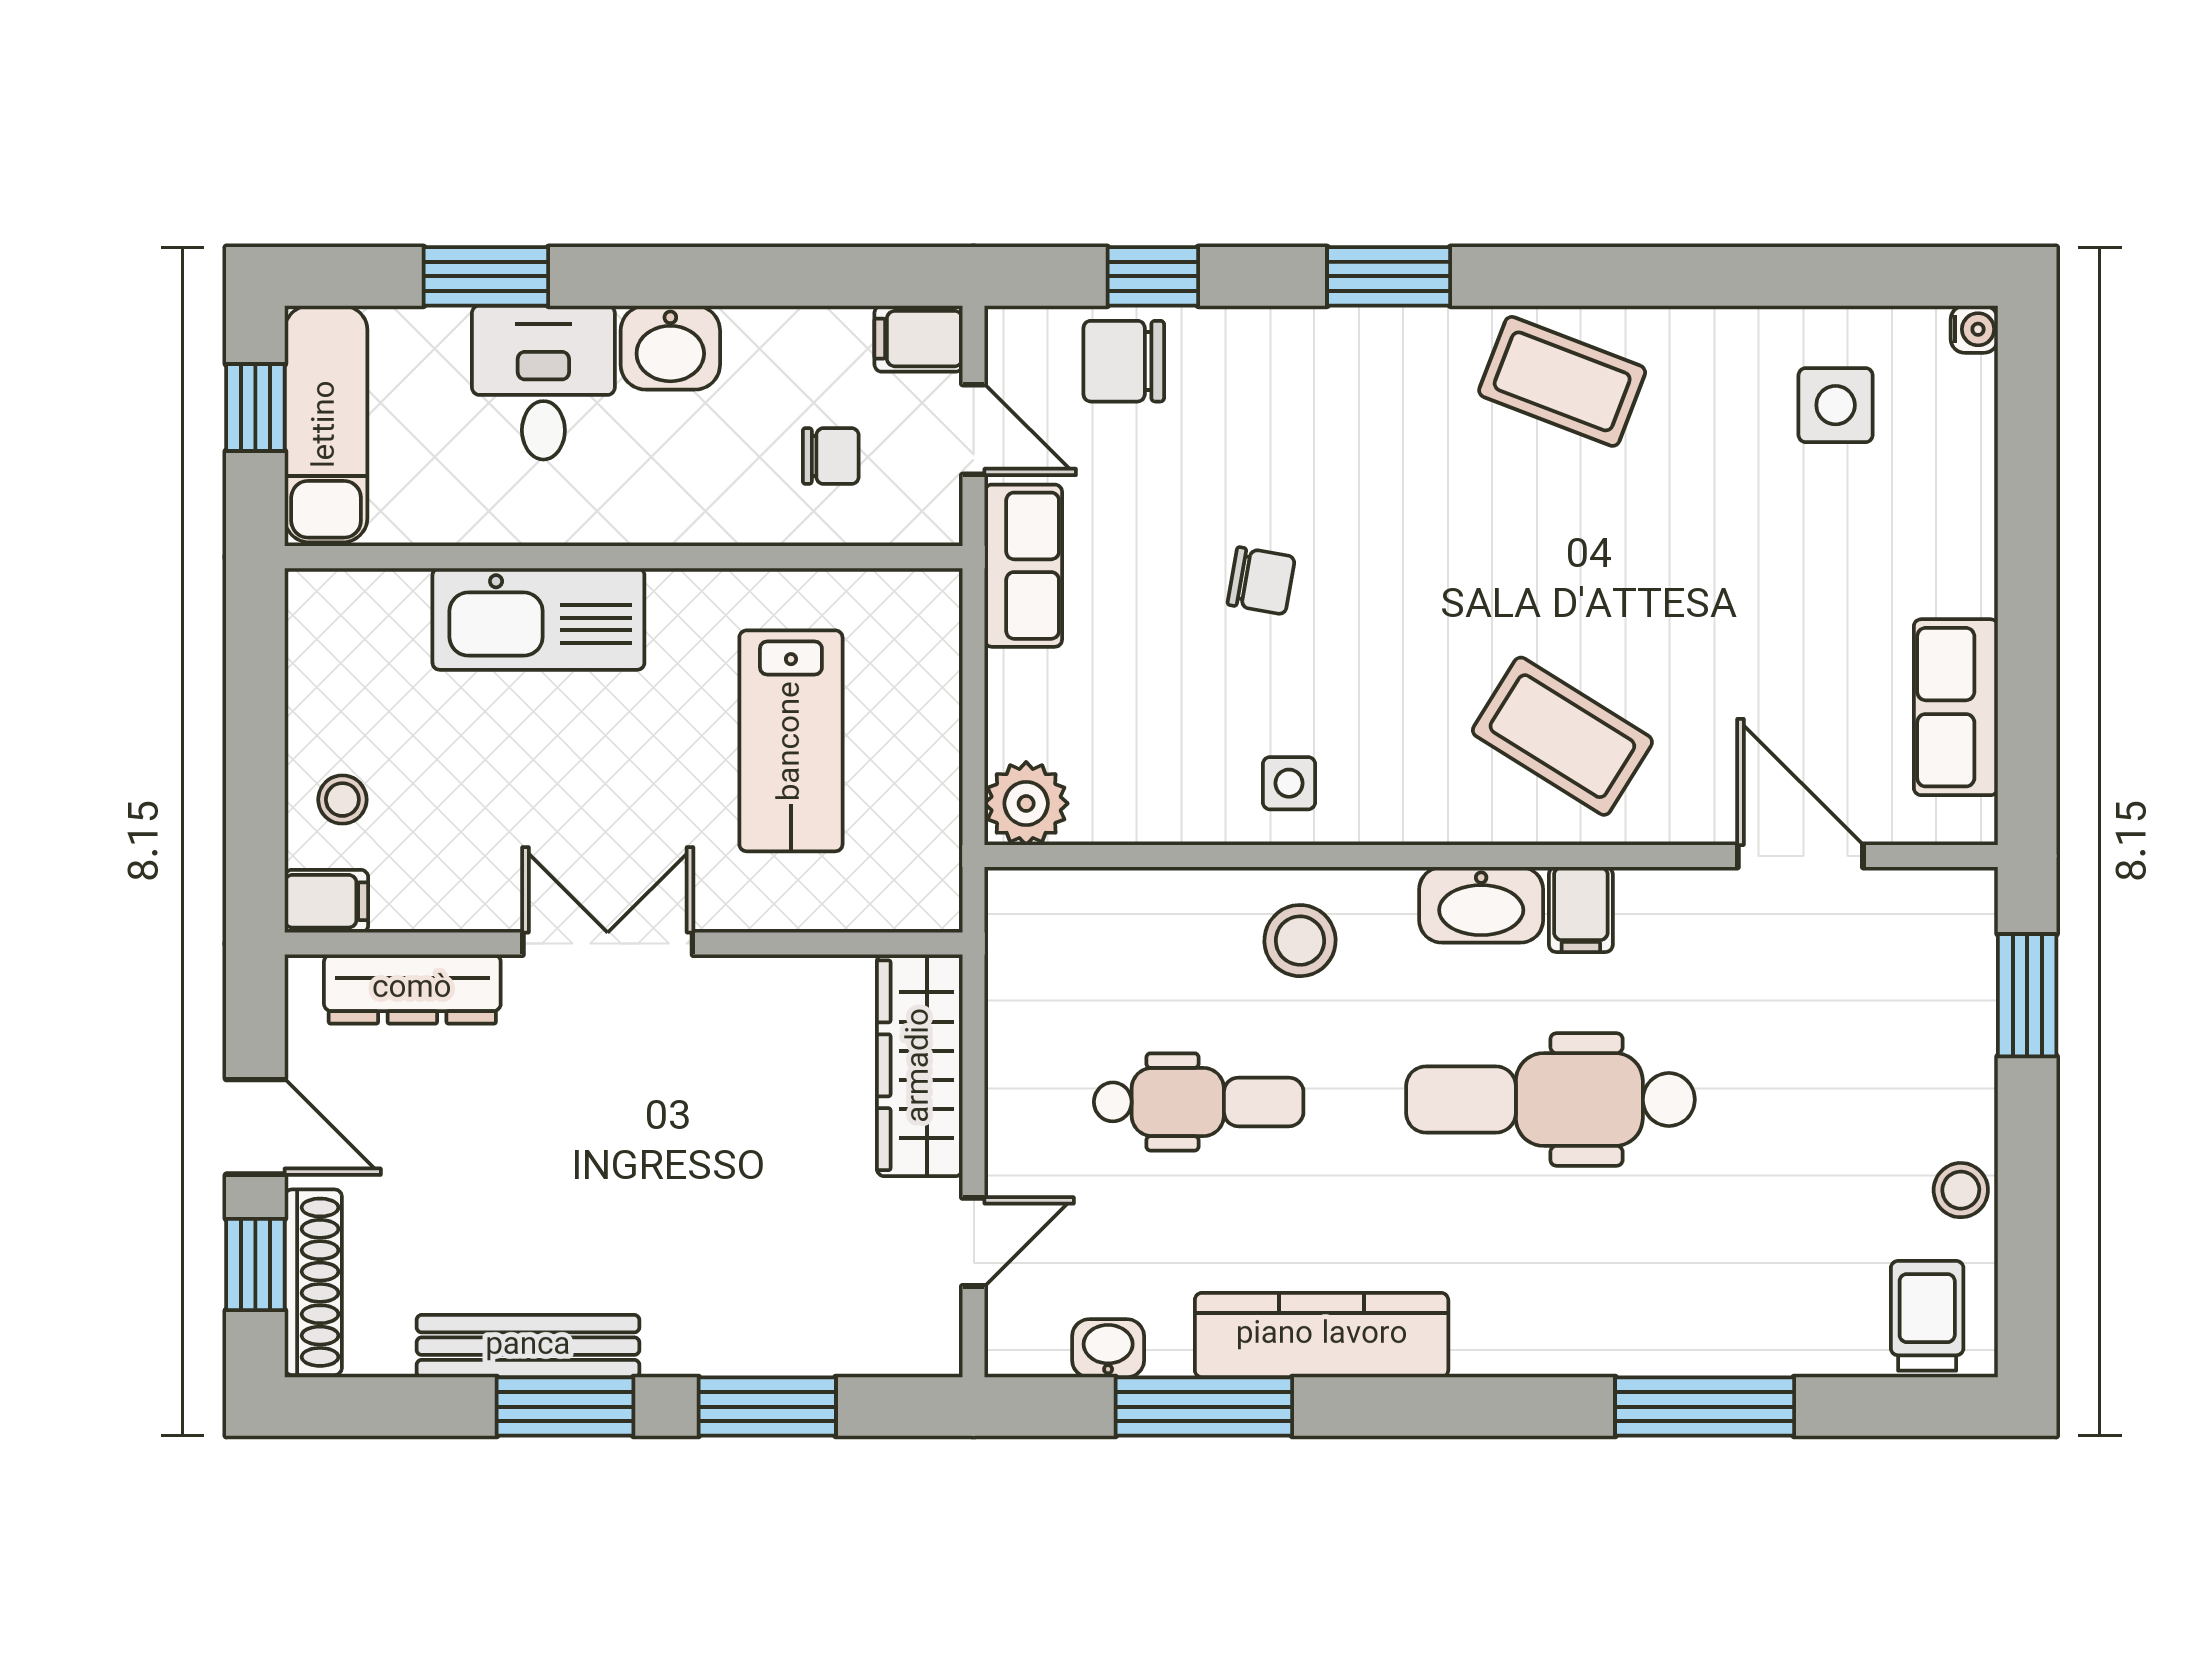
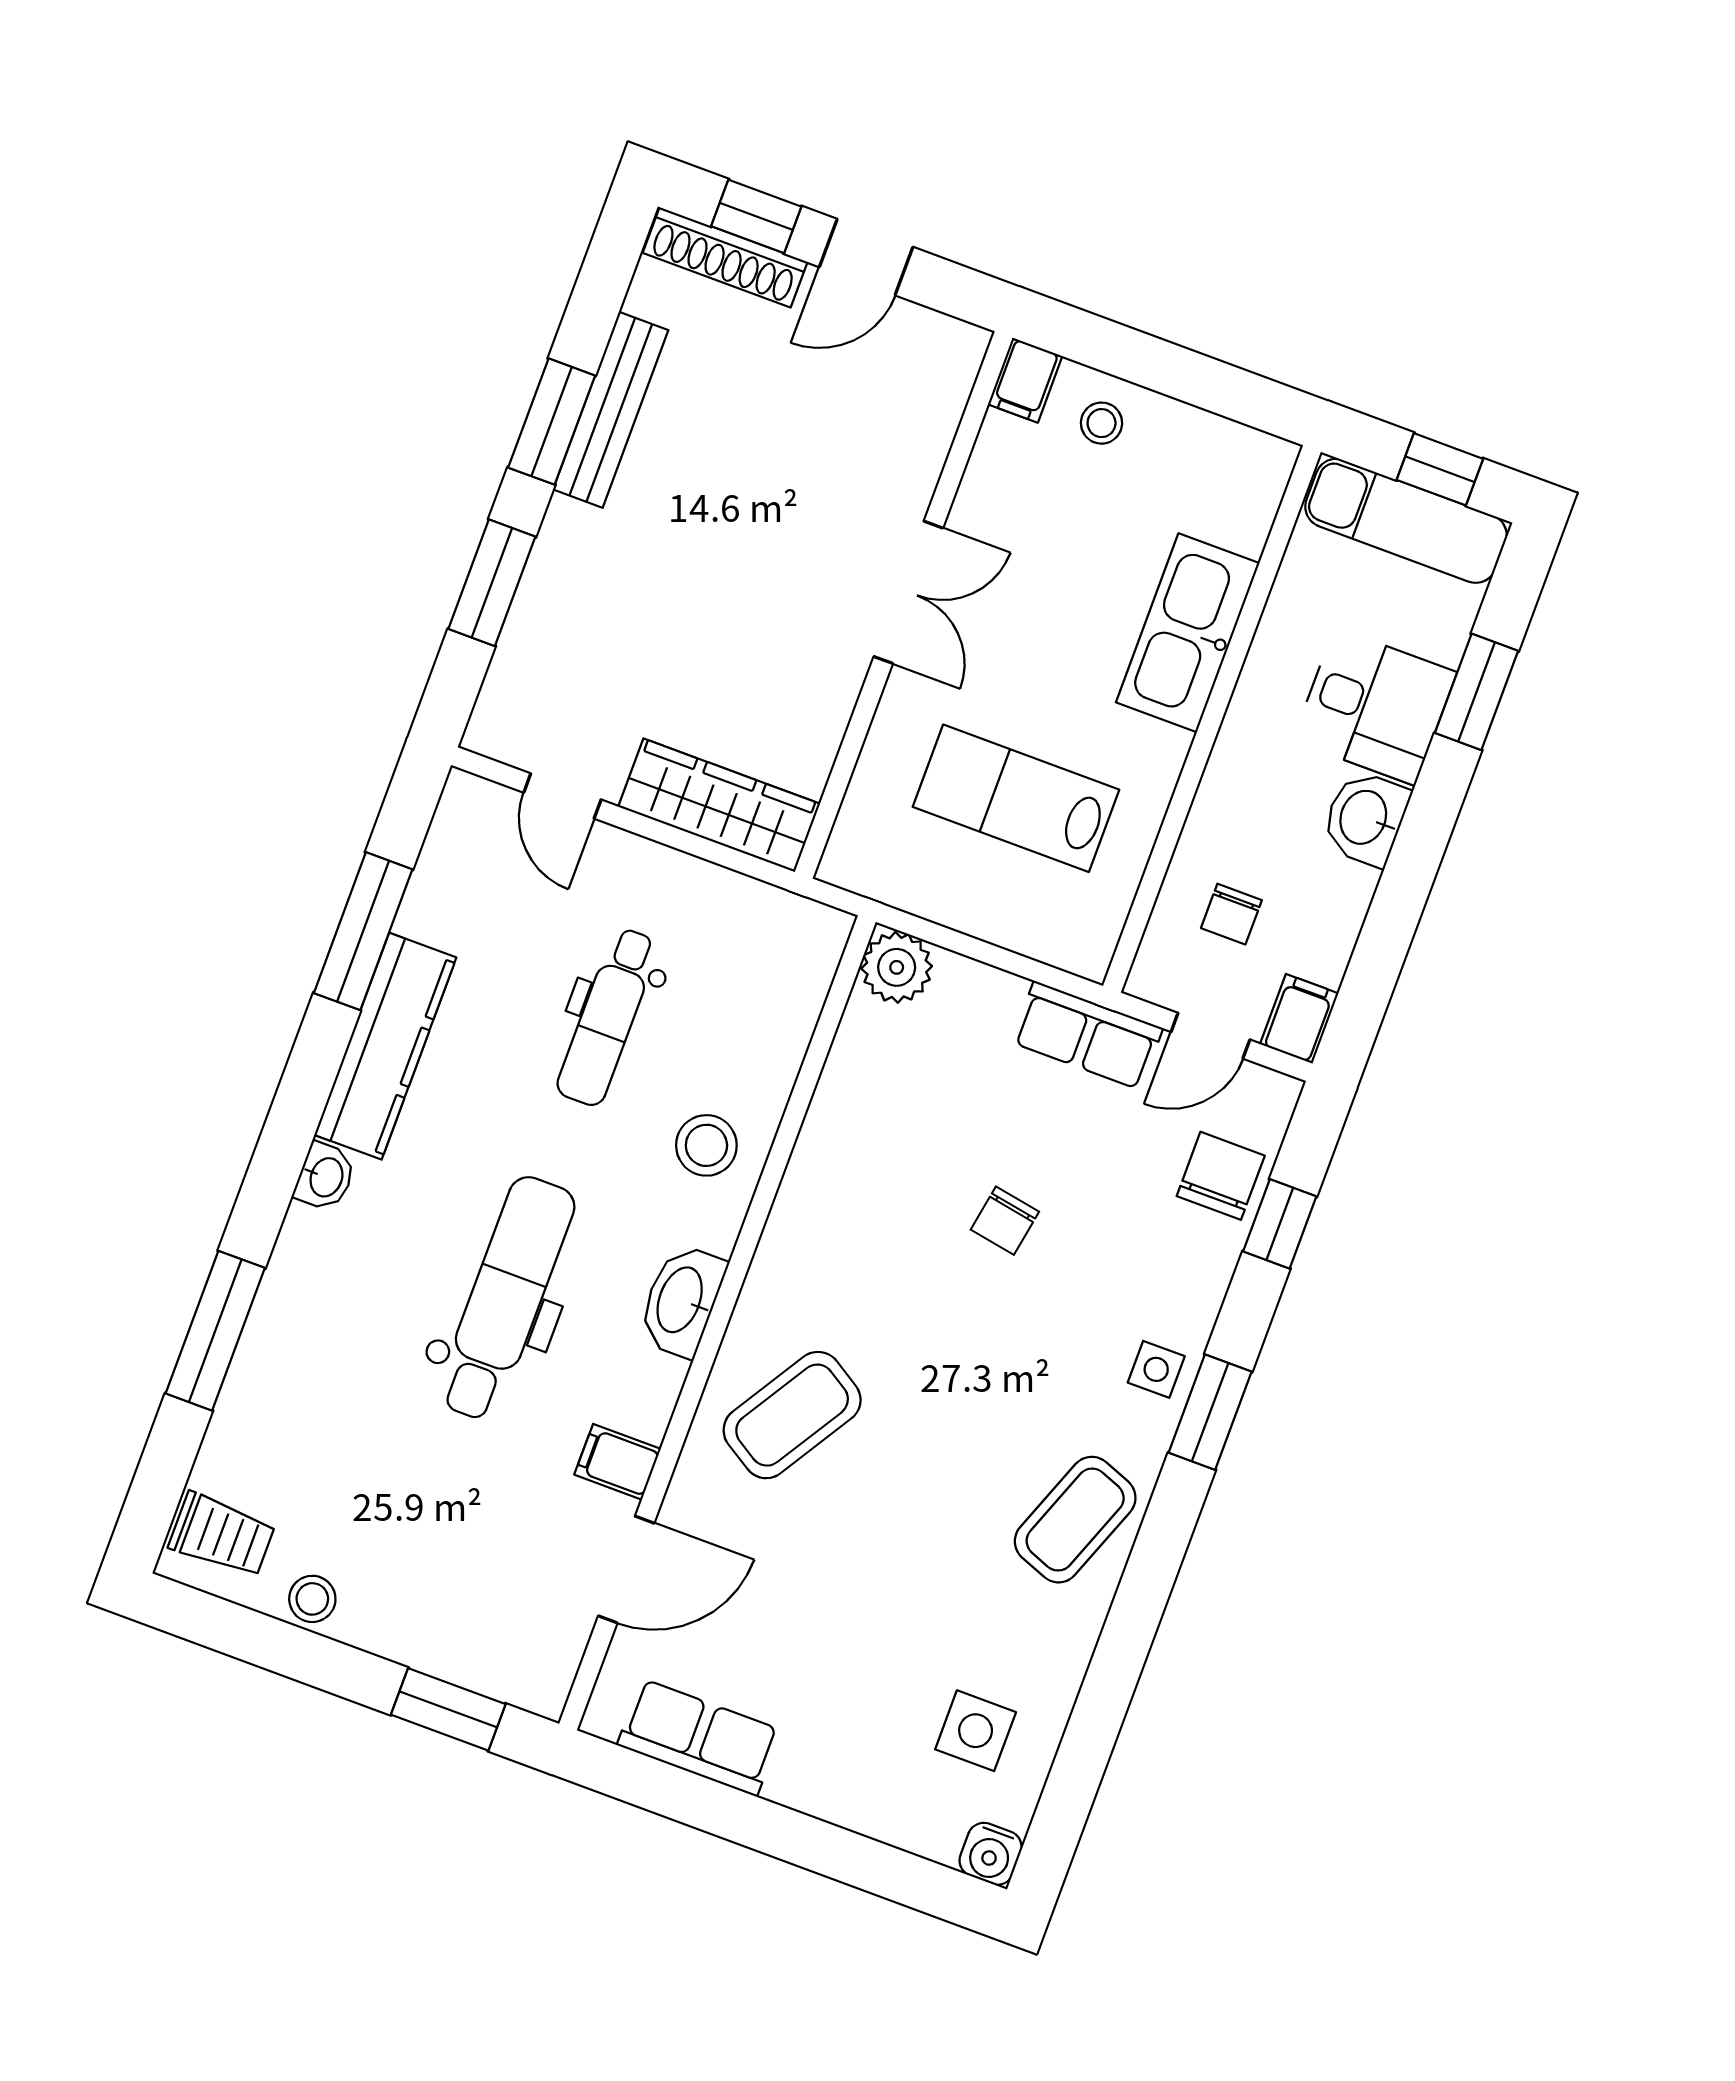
water cooler: (1974, 329) -> (991, 1854), width x1.38, depth x1.38
side table: (1289, 783) -> (1156, 1369), moved
filing cabinet: (1581, 910) -> (618, 1462), moved
dresser: (412, 989) -> (930, 423), removed
washbasin: (1108, 1348) -> (325, 1177), moved

